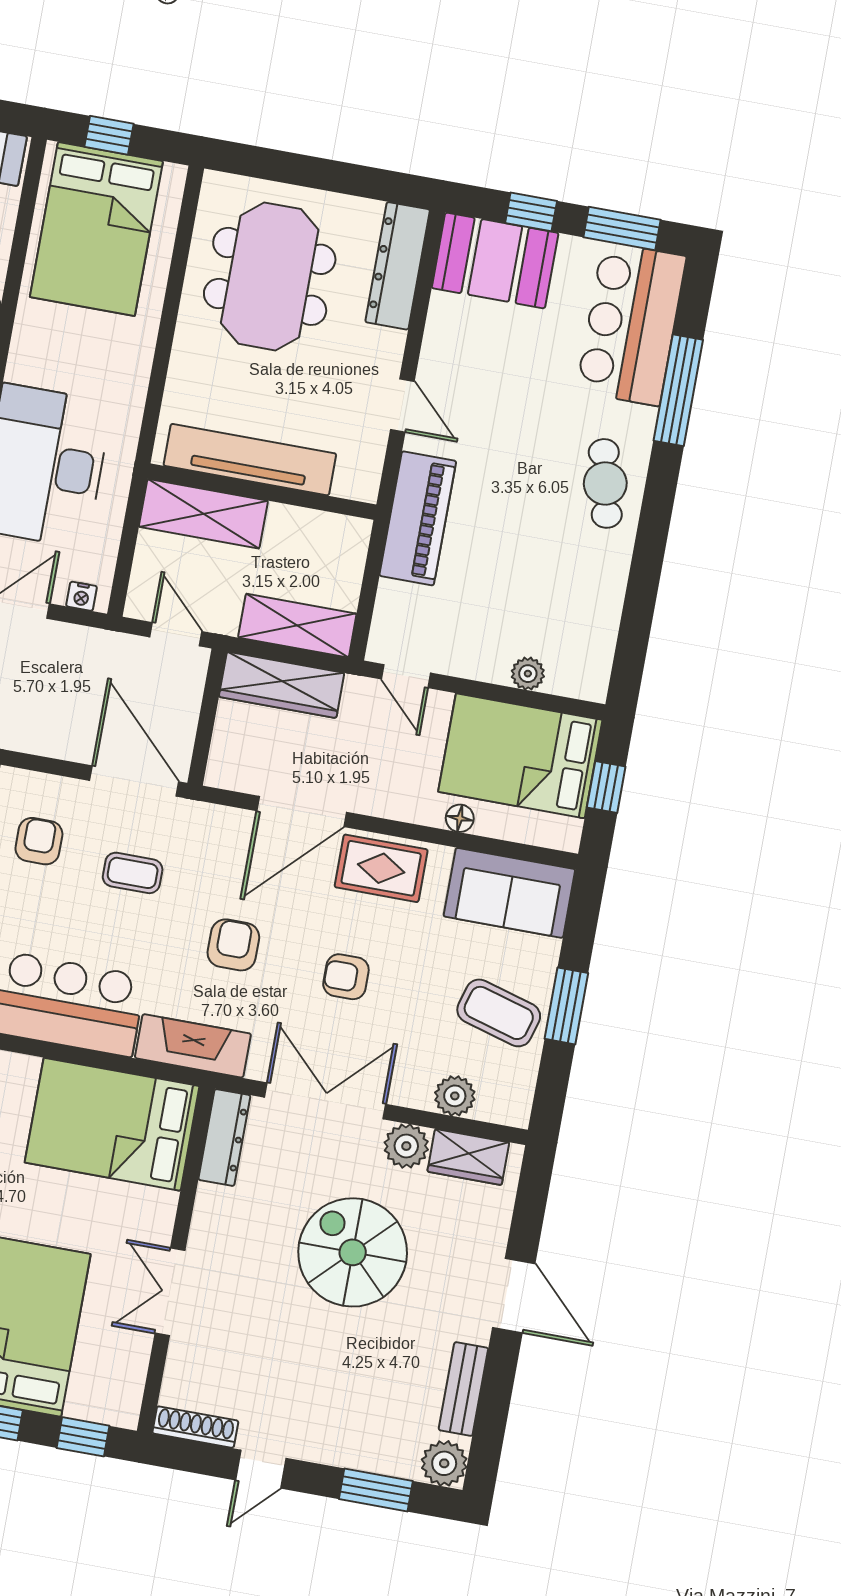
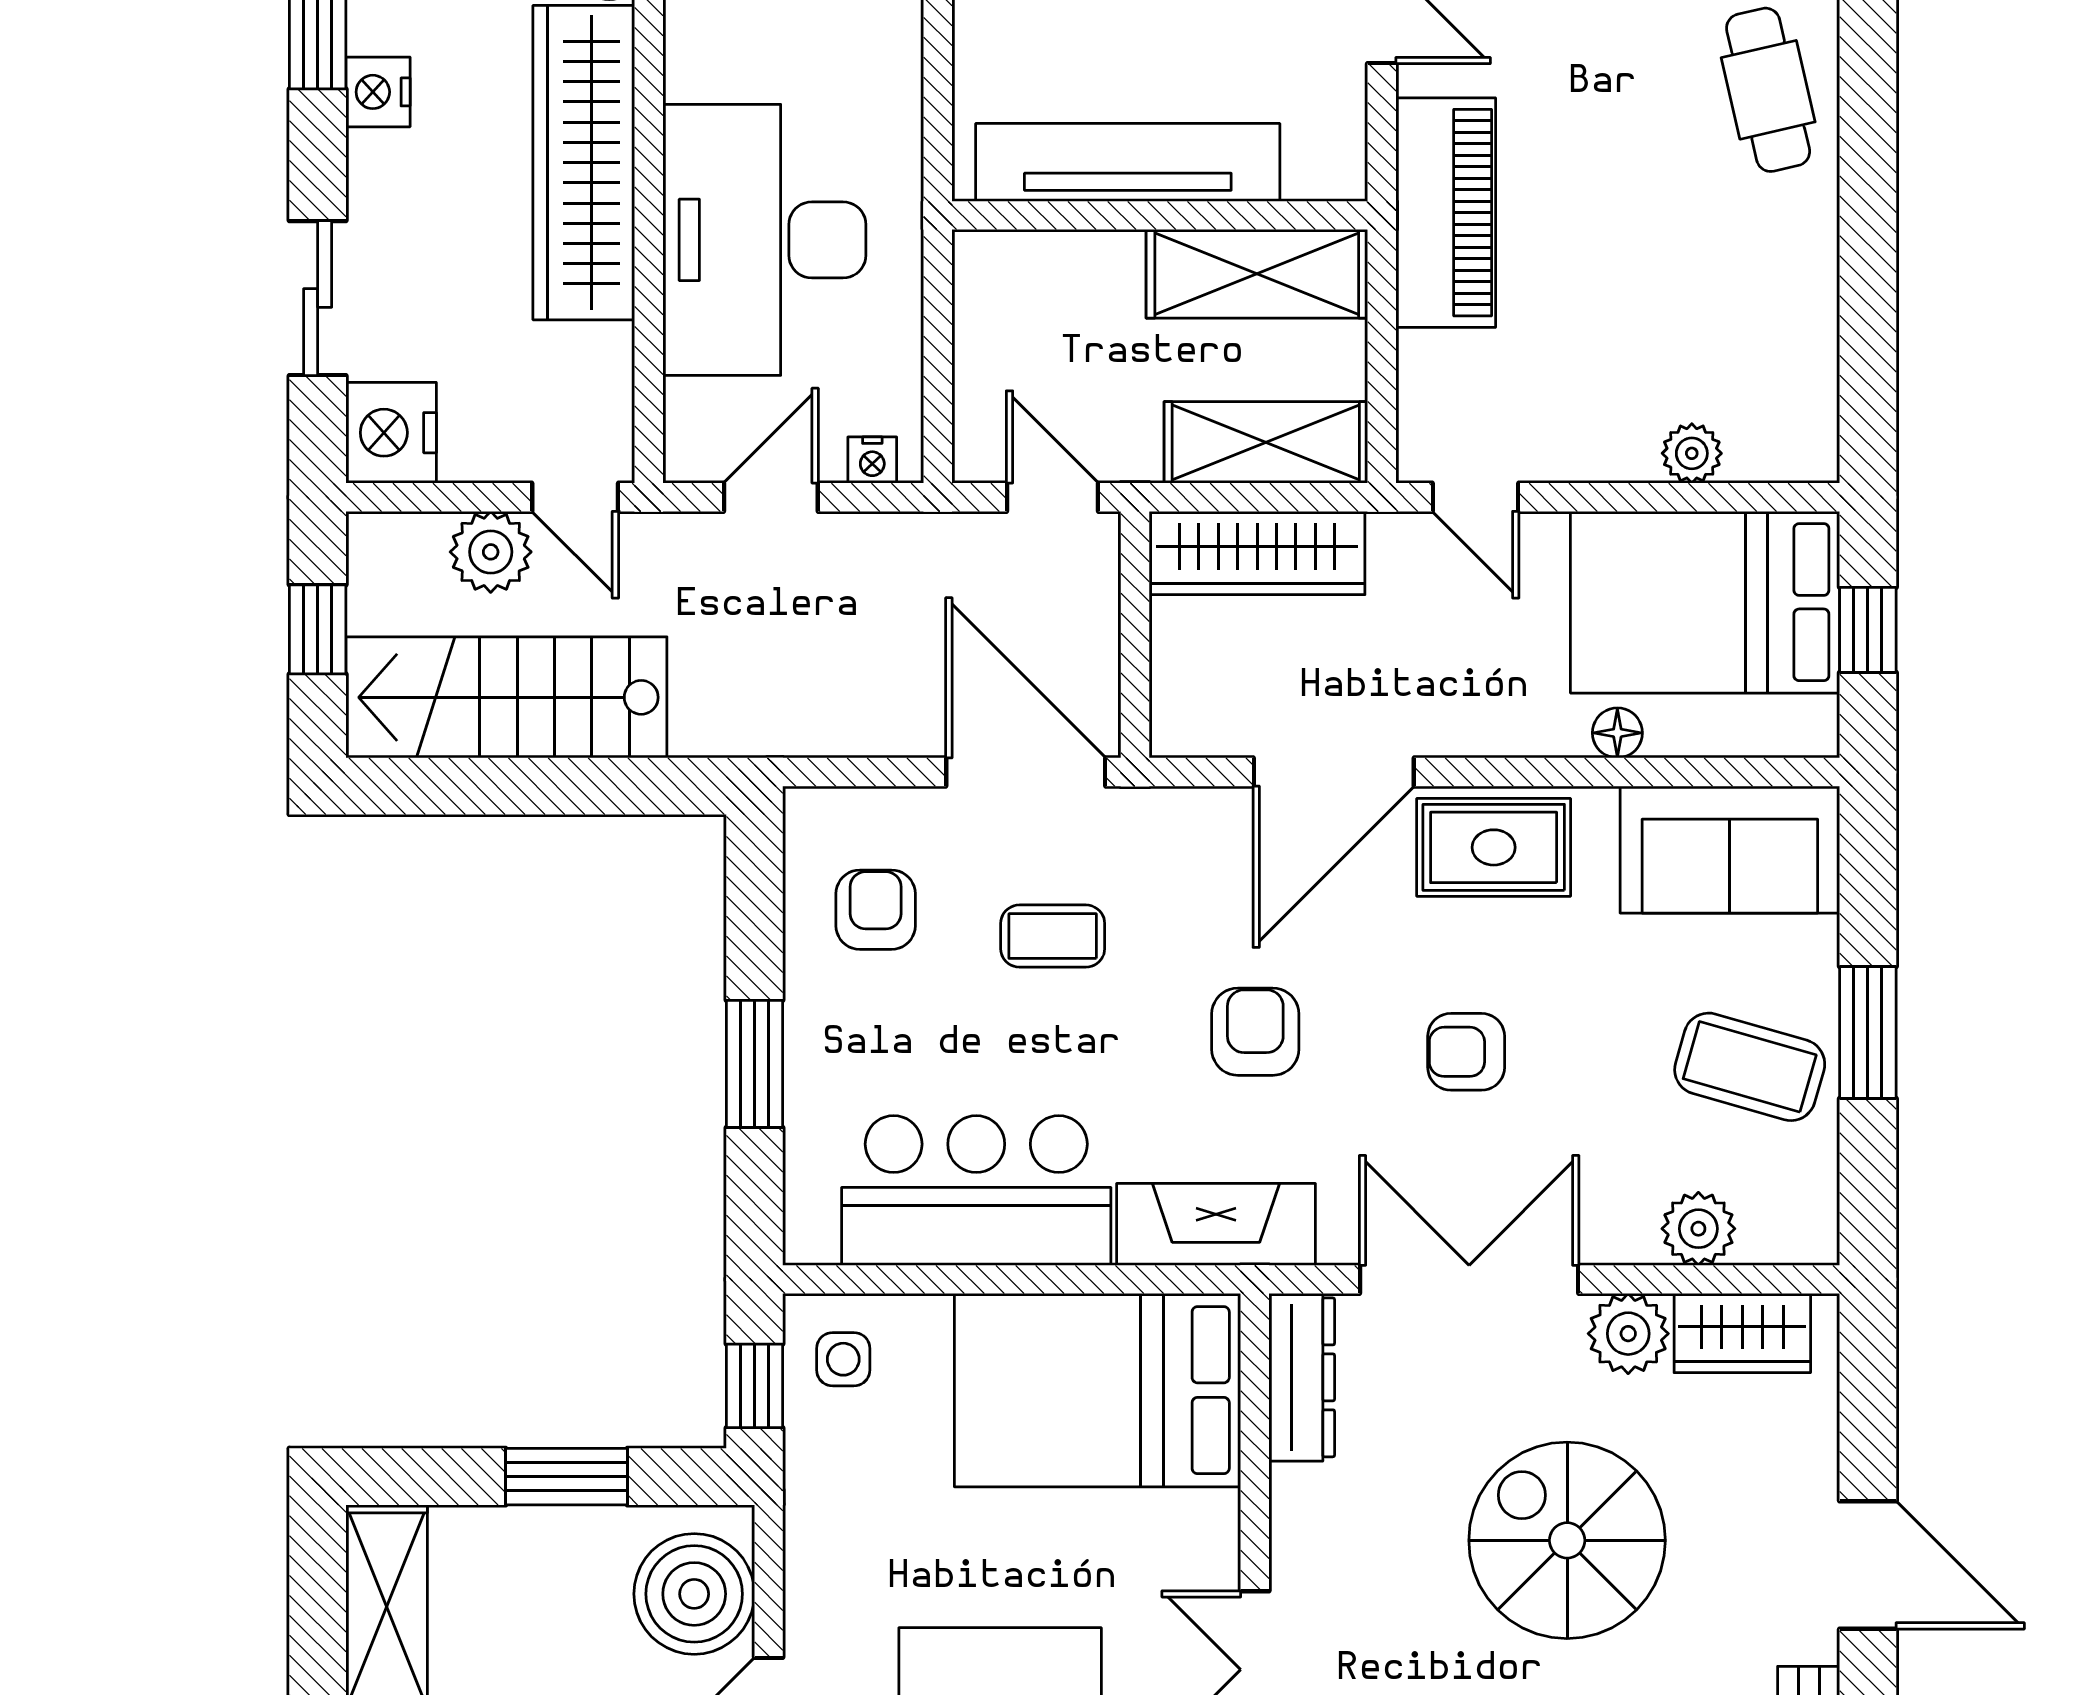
shelving: (203, 514) -> (1257, 274), moved

